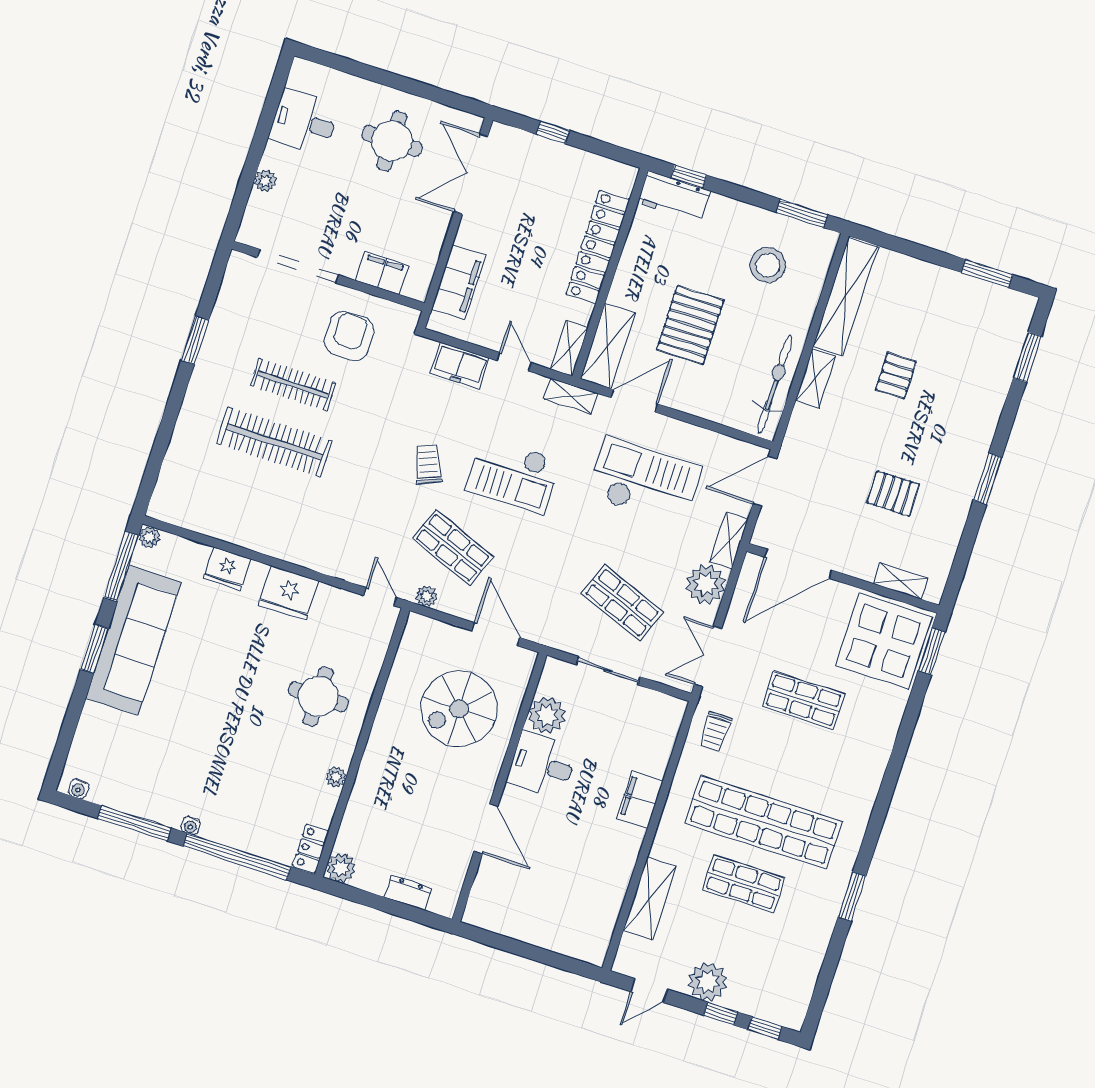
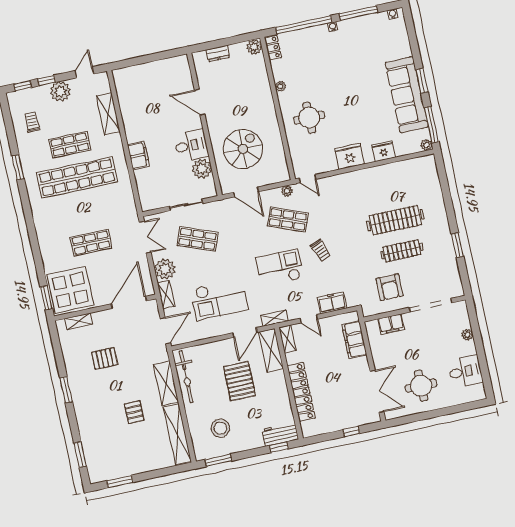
shelving: (815, 378) -> (166, 383), width x1.50, depth x1.33
trolley: (715, 732) -> (32, 122), moved

